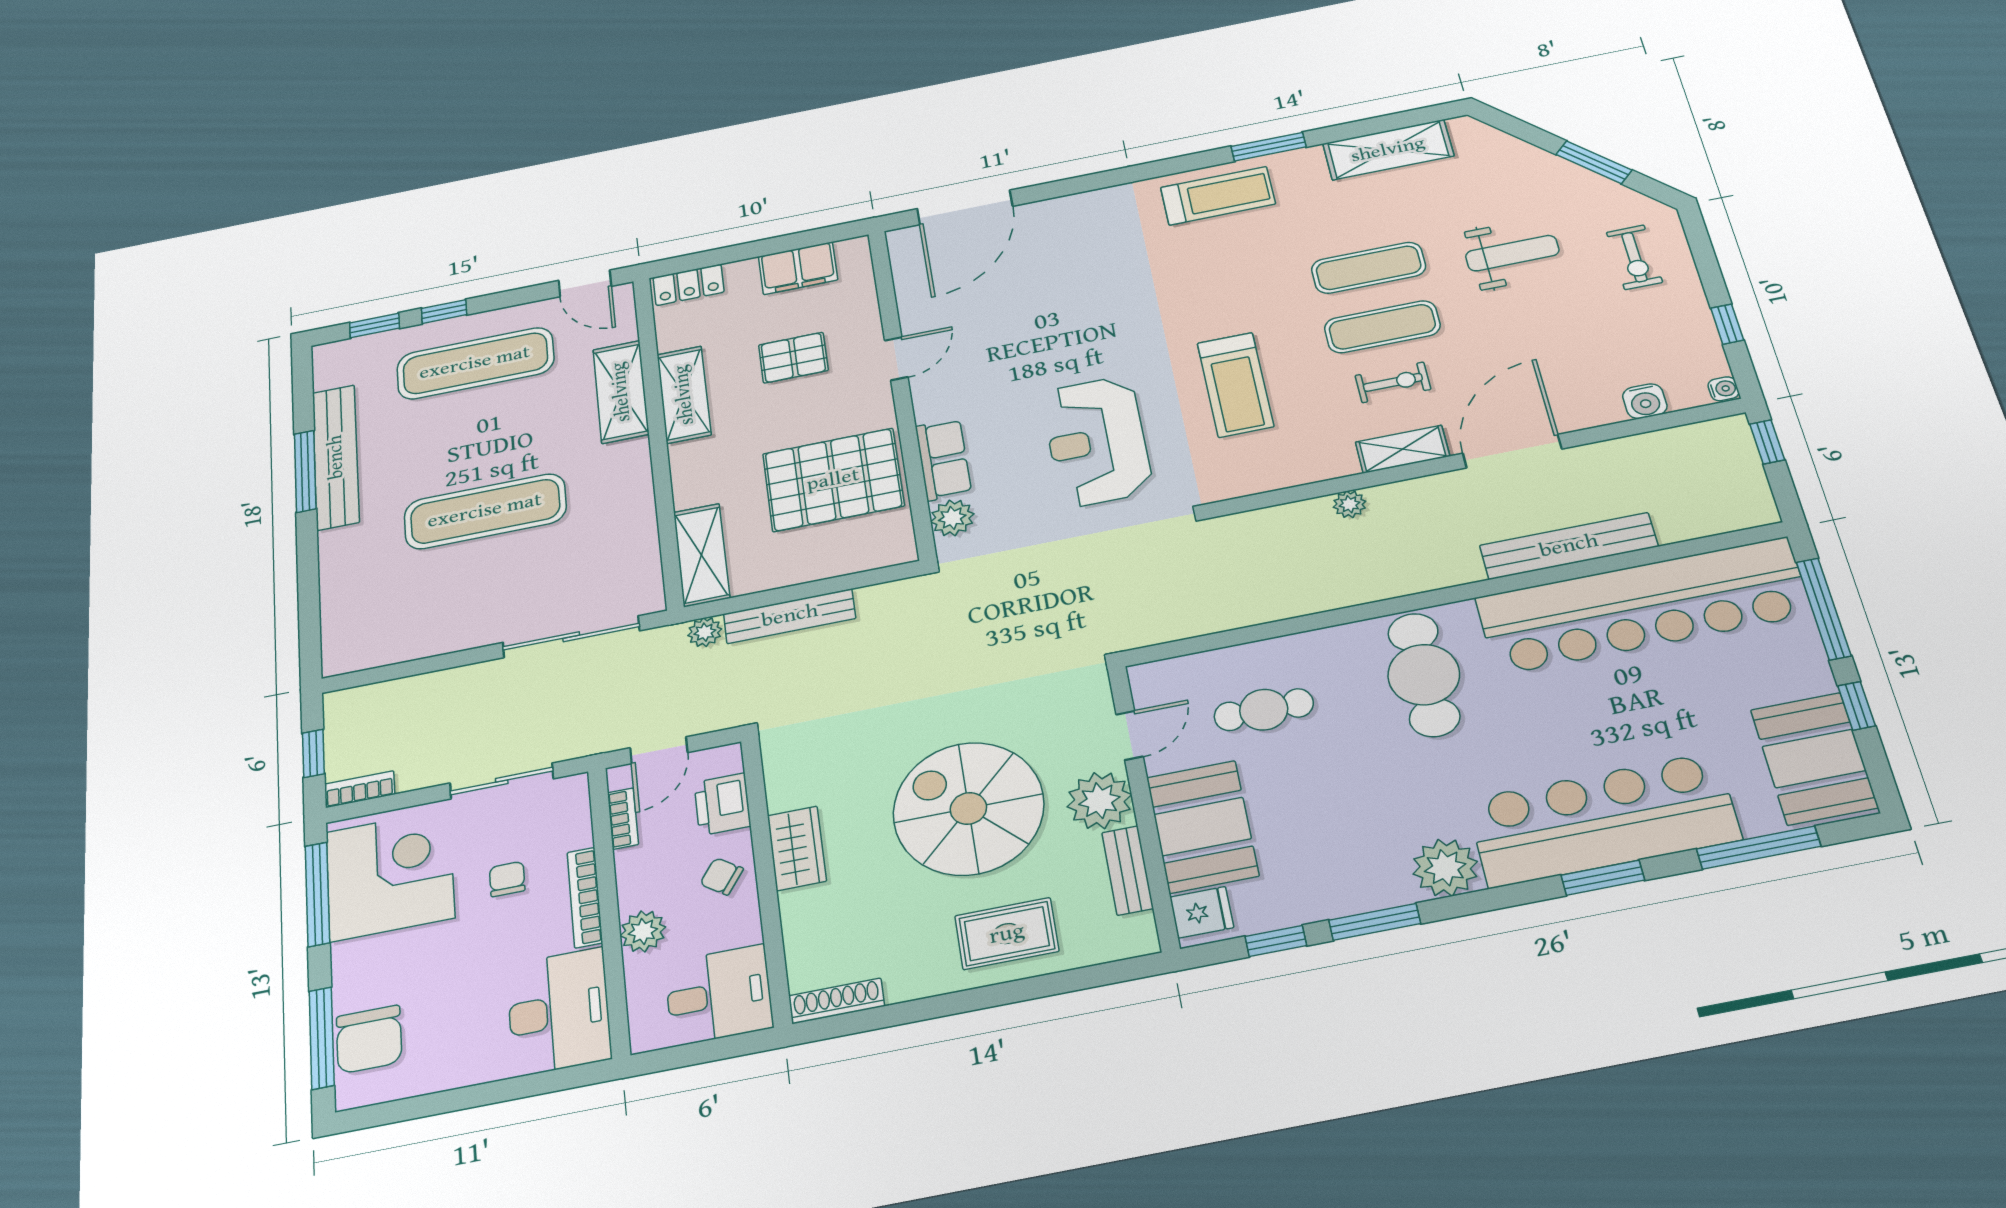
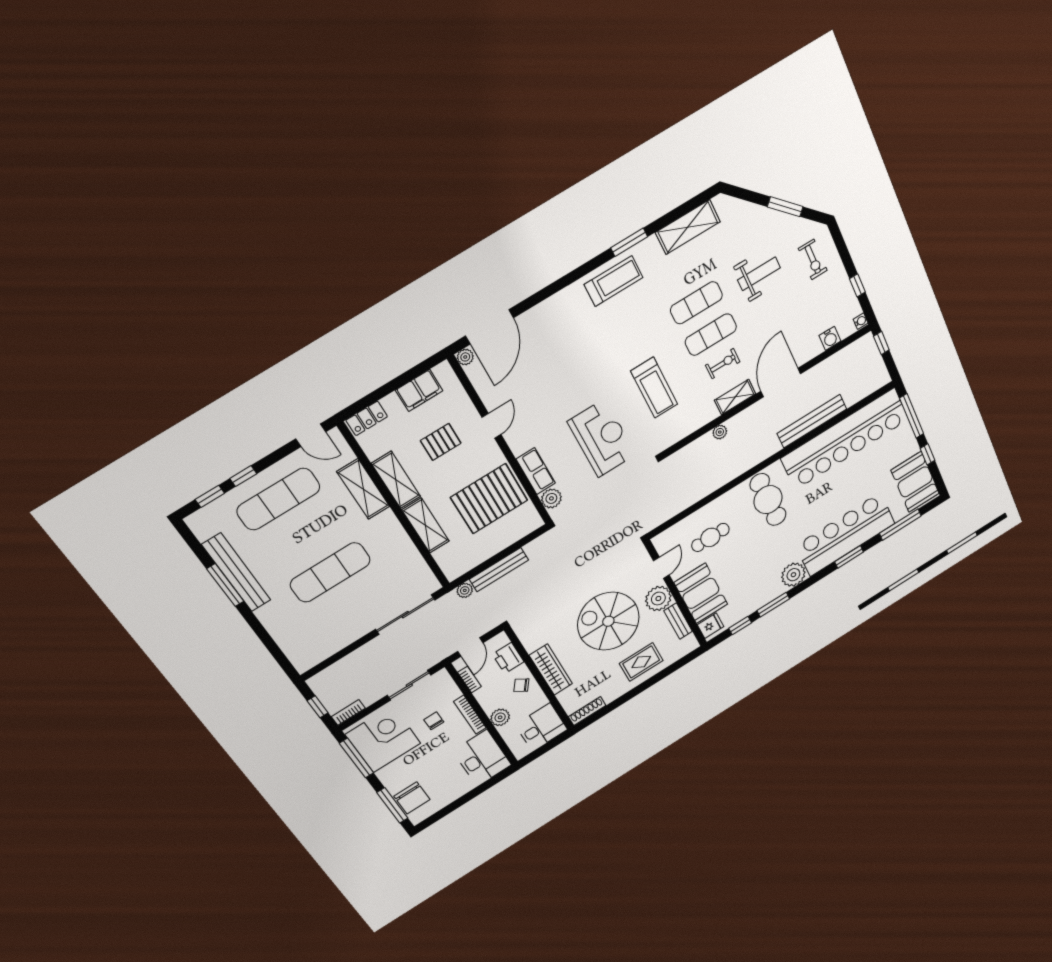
plant: (902, 240) -> (465, 357), added
reception desk: (1097, 441) -> (602, 438), turned 180
shelving: (702, 555) -> (426, 526), moved
wardrobe: (797, 848) -> (551, 670), width x1.50

